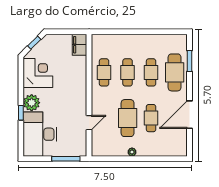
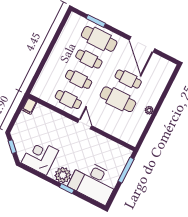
filing cabinet: (80, 45) -> (29, 106), width x0.50
door: (89, 123) -> (85, 124), moved

